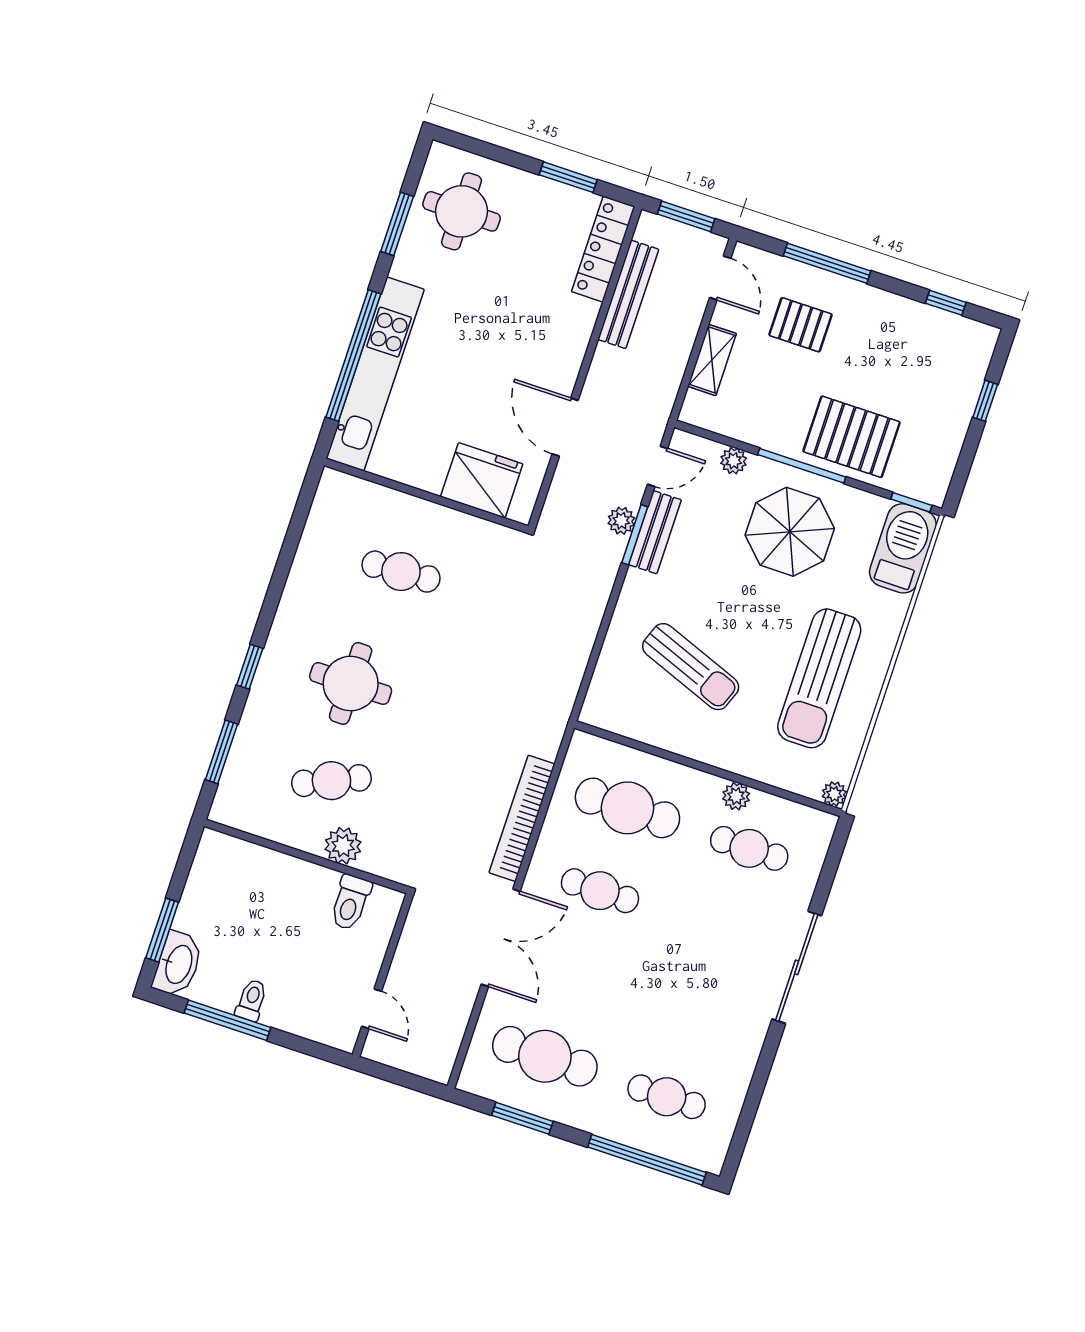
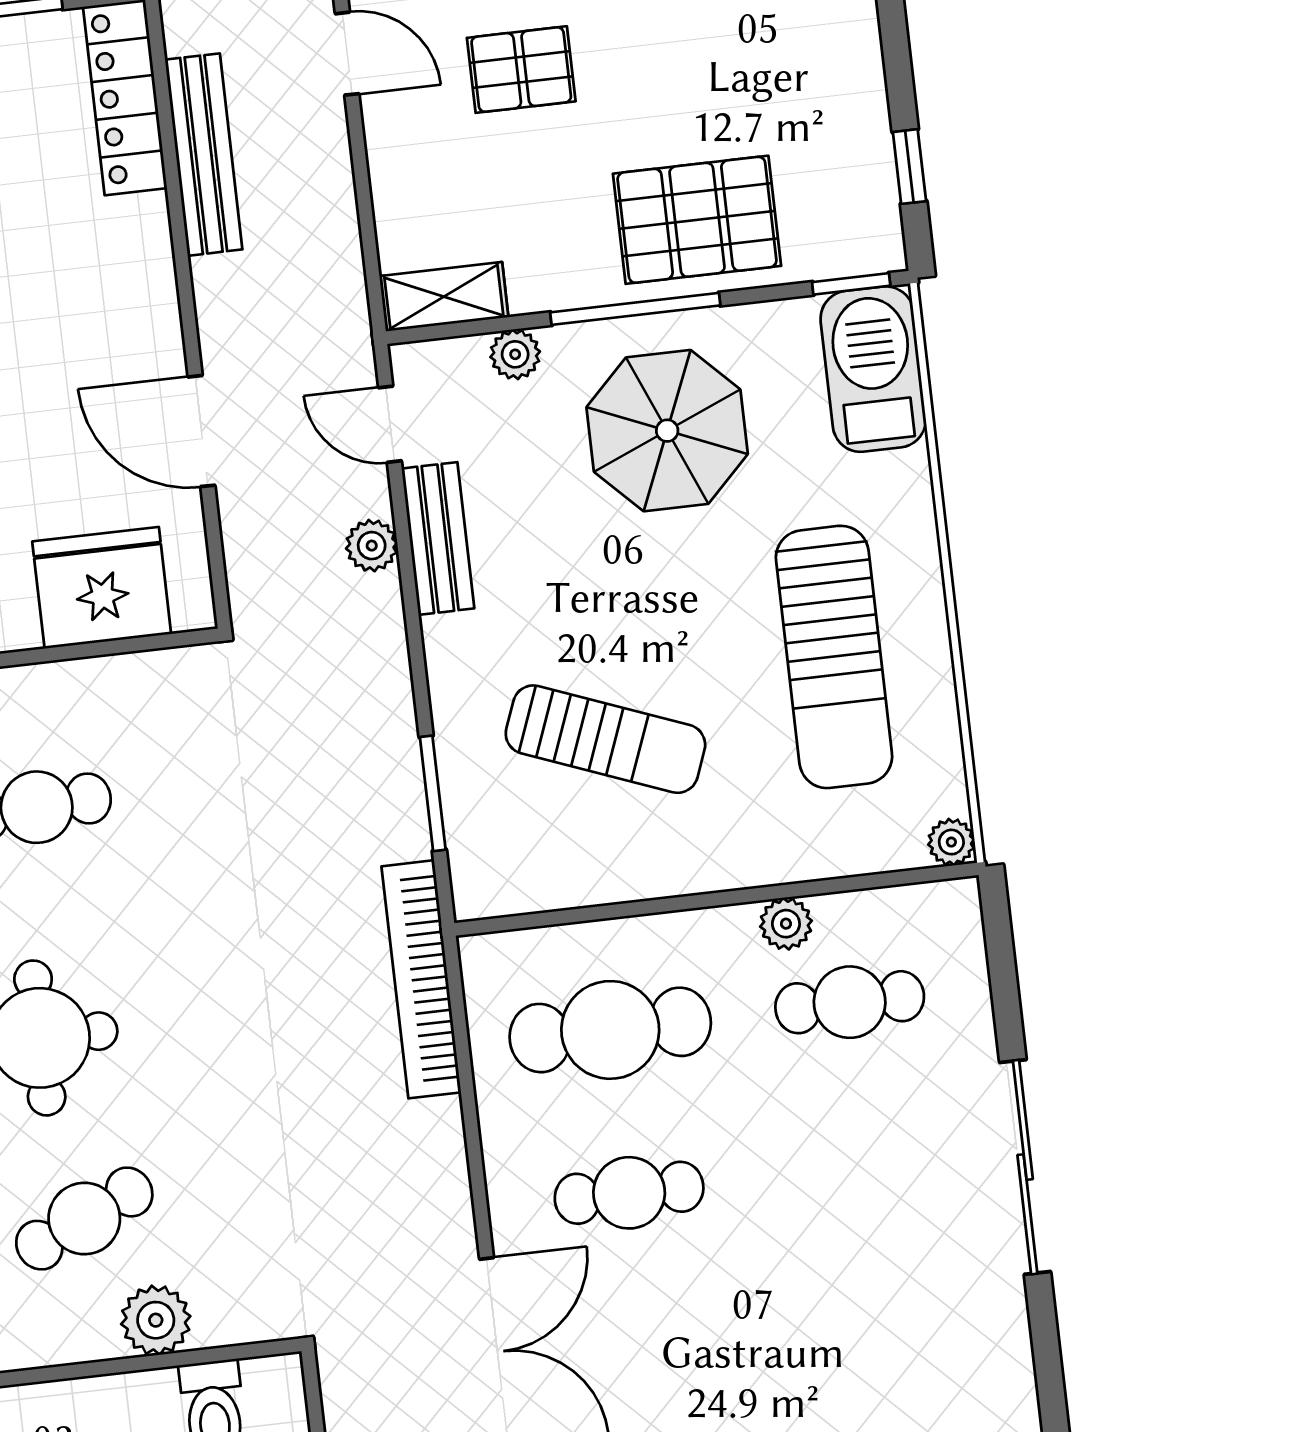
shelving: (712, 360) -> (444, 297), moved, turned 90
window: (985, 401) -> (909, 167), moved
door: (658, 466) -> (390, 424), swing flipped
window: (635, 535) -> (433, 793), moved
bookcase: (522, 818) -> (421, 979), moved

